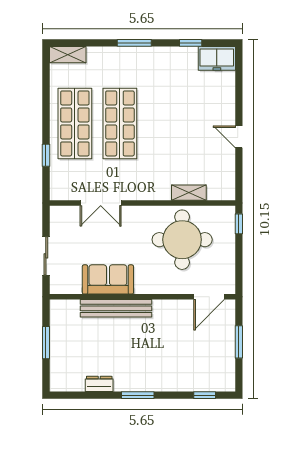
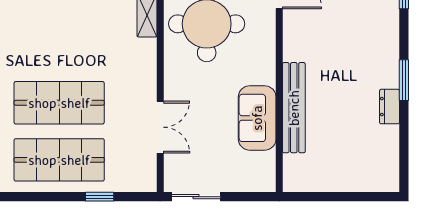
sliding door: (46, 256) -> (196, 197), moved
window: (46, 343) -> (337, 197), removed
dresser: (99, 384) -> (390, 107), moved

